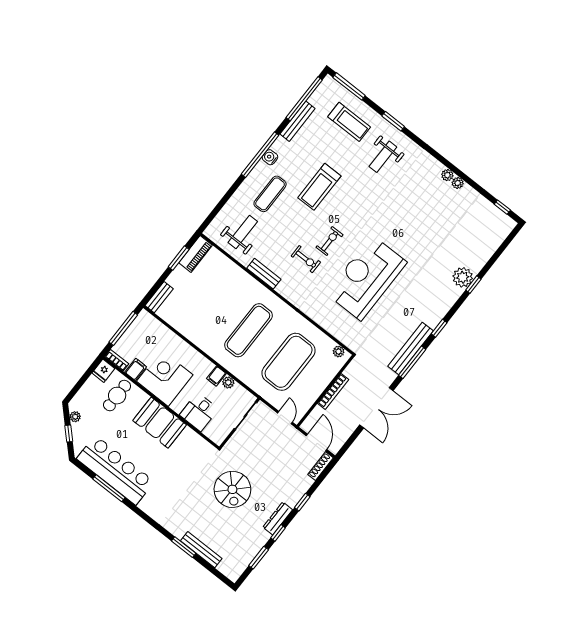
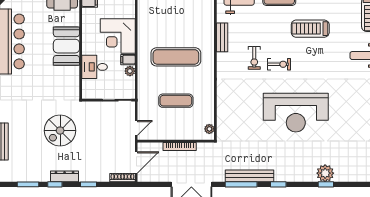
reception desk: (366, 278) -> (296, 113), moved, turned 180
exercise mat: (289, 362) -> (176, 101), width x0.50, depth x0.69
corner desk: (165, 378) -> (118, 36), moved, turned 180

